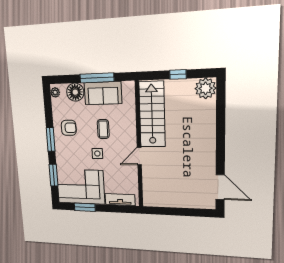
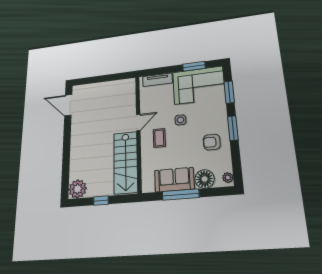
coffee table: (103, 129) -> (159, 138), moved

